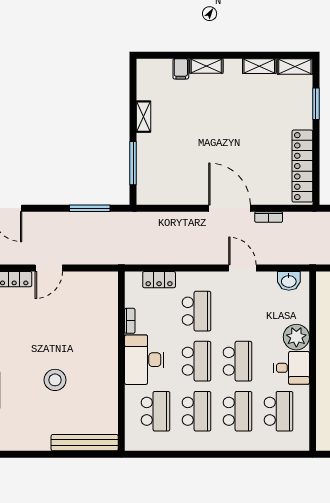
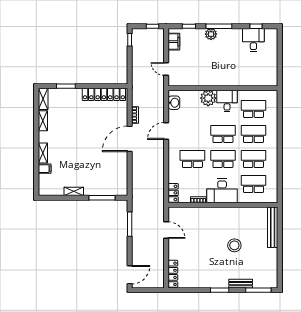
door: (49, 268) -> (166, 230), moved
locker: (159, 280) -> (173, 193), moved

